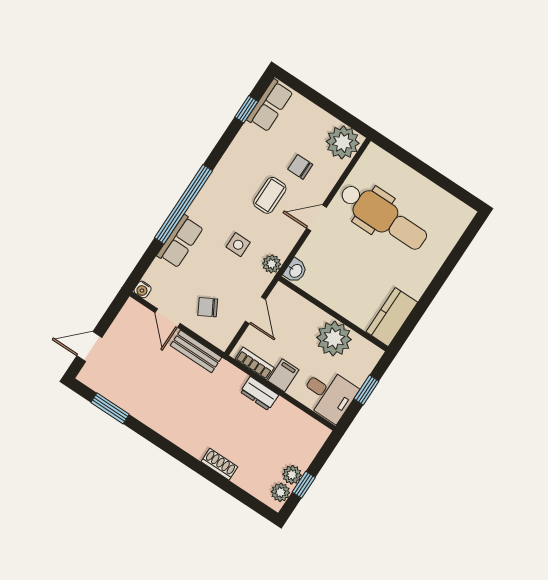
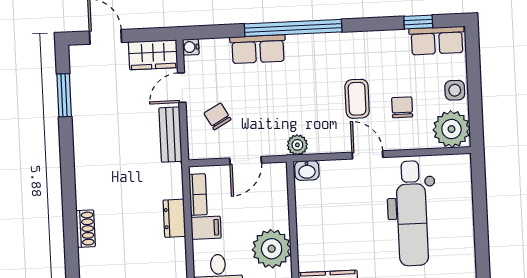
coffee table: (270, 195) -> (357, 99), turned 90
side table: (238, 245) -> (455, 90), moved
wardrobe: (128, 321) -> (153, 55), added

